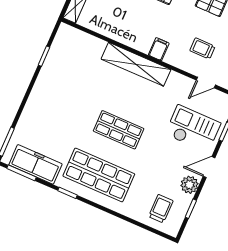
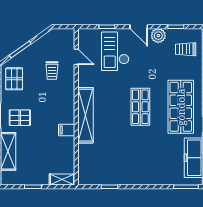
filing cabinet: (159, 49) -> (67, 130), moved

